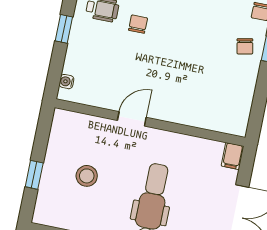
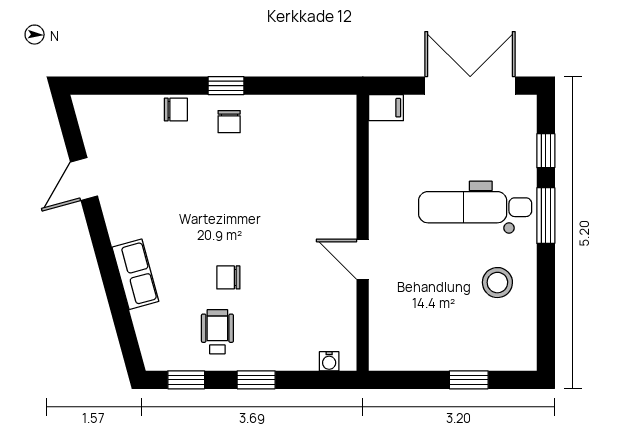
chair: (245, 46) -> (229, 122), turned 101
stool: (87, 176) -> (497, 283), moved

